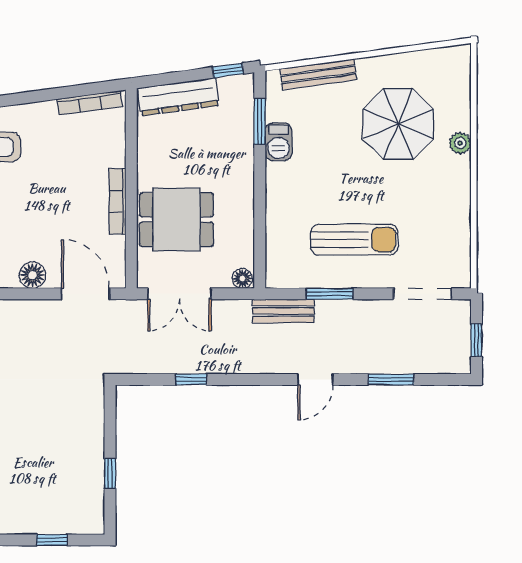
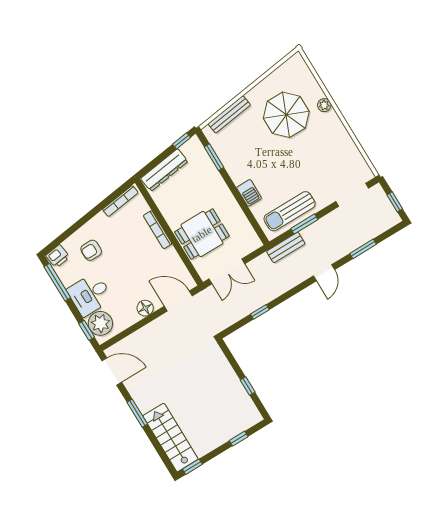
barbecue: (278, 142) -> (249, 193), moved
bookcase: (118, 201) -> (158, 230), moved
sun lounger: (354, 240) -> (290, 211), moved, turned 180
floor lamp: (242, 279) -> (255, 244), removed

